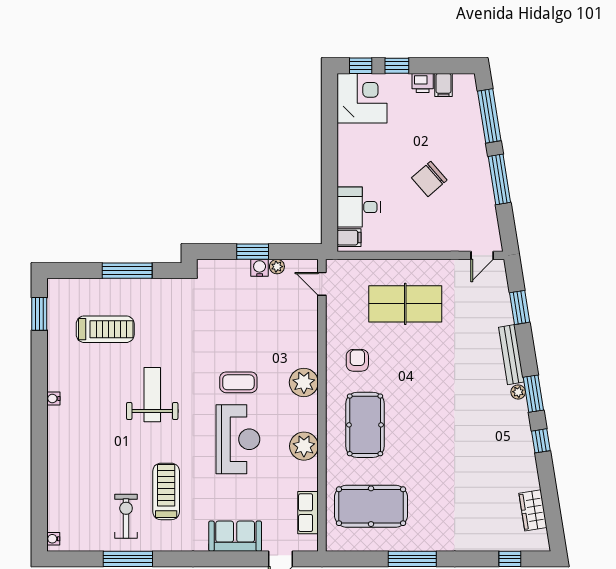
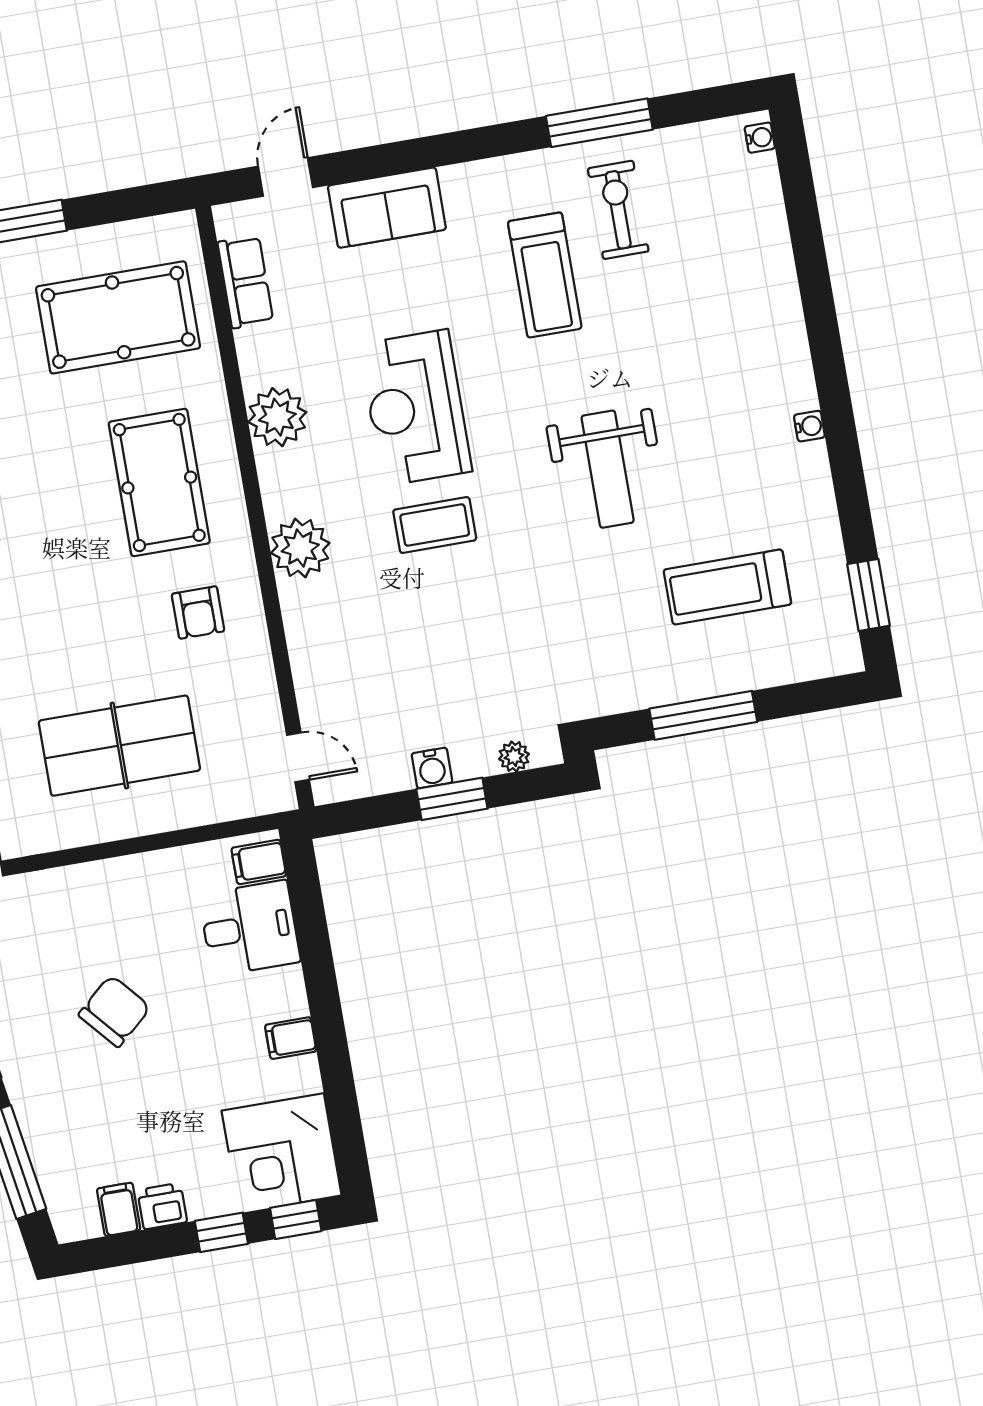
filing cabinet: (348, 152) -> (291, 1038), added
plant: (277, 267) -> (514, 757), moved
exercise bike: (126, 516) -> (618, 210), turned 180

